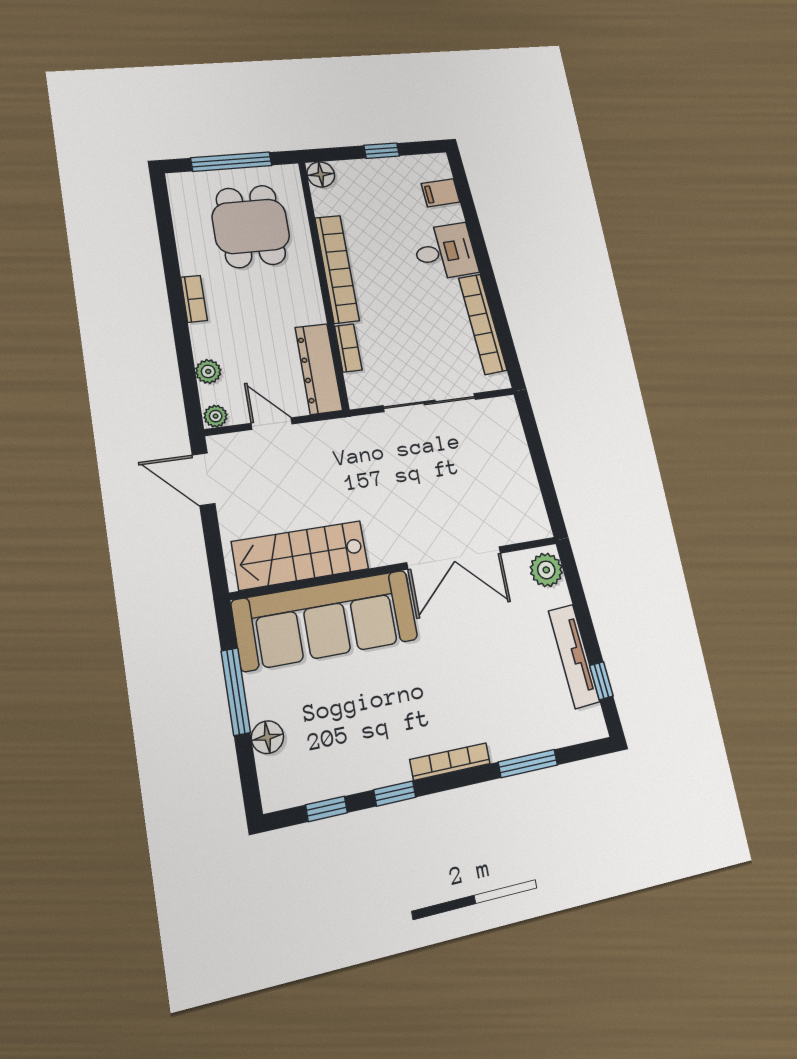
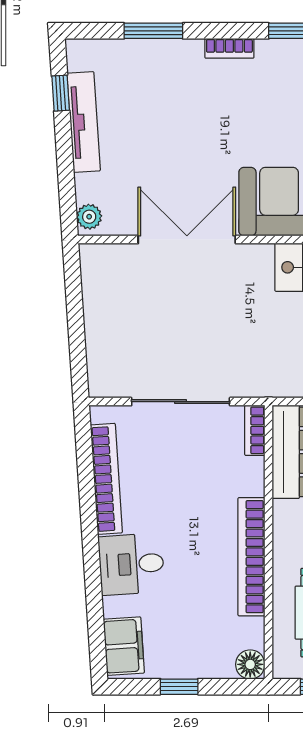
filing cabinet: (441, 193) -> (124, 646), width x2.00
bookcase: (348, 348) -> (255, 430), moved
plant: (546, 570) -> (89, 217), width x0.73, depth x0.73
bookcase: (450, 762) -> (229, 48), width x0.64

